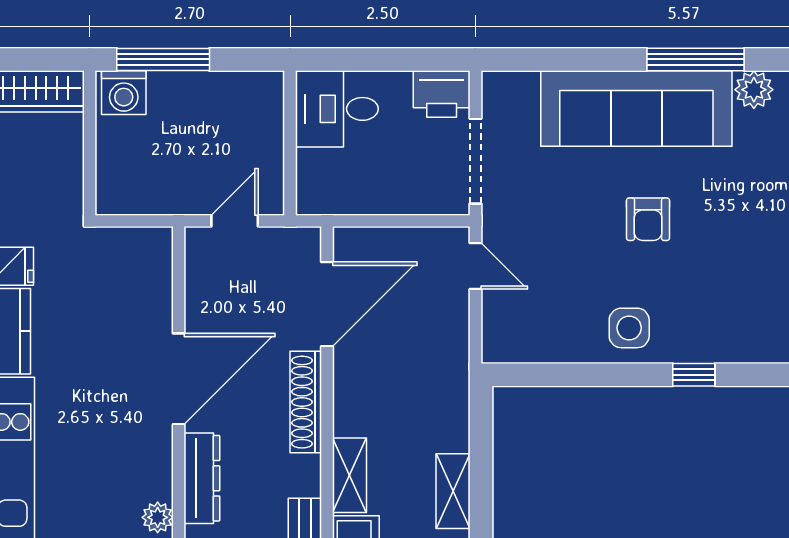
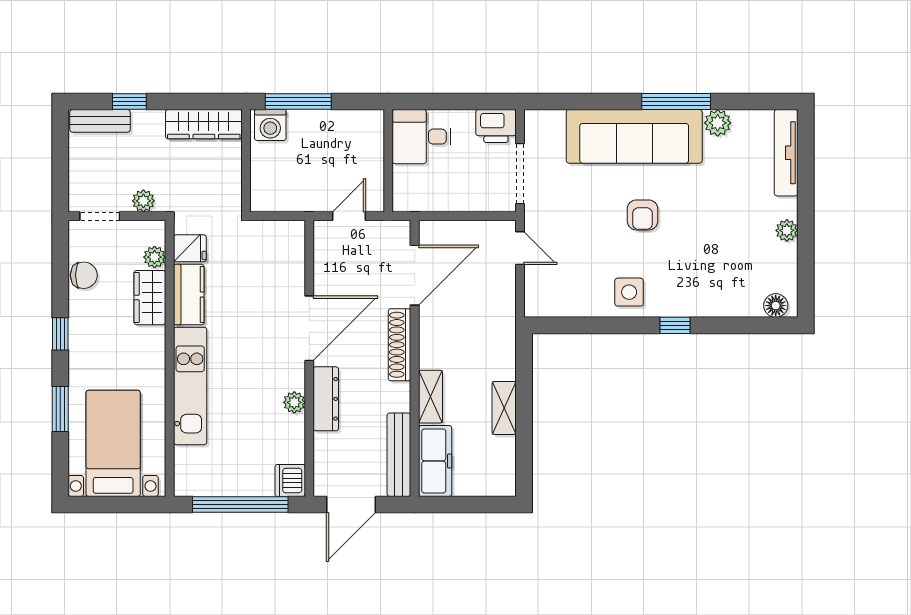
plant: (158, 517) -> (294, 402), moved

